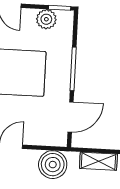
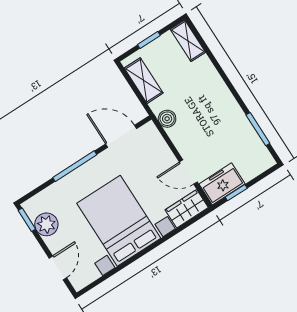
boiler: (53, 165) -> (167, 119), width x0.54, depth x0.54

